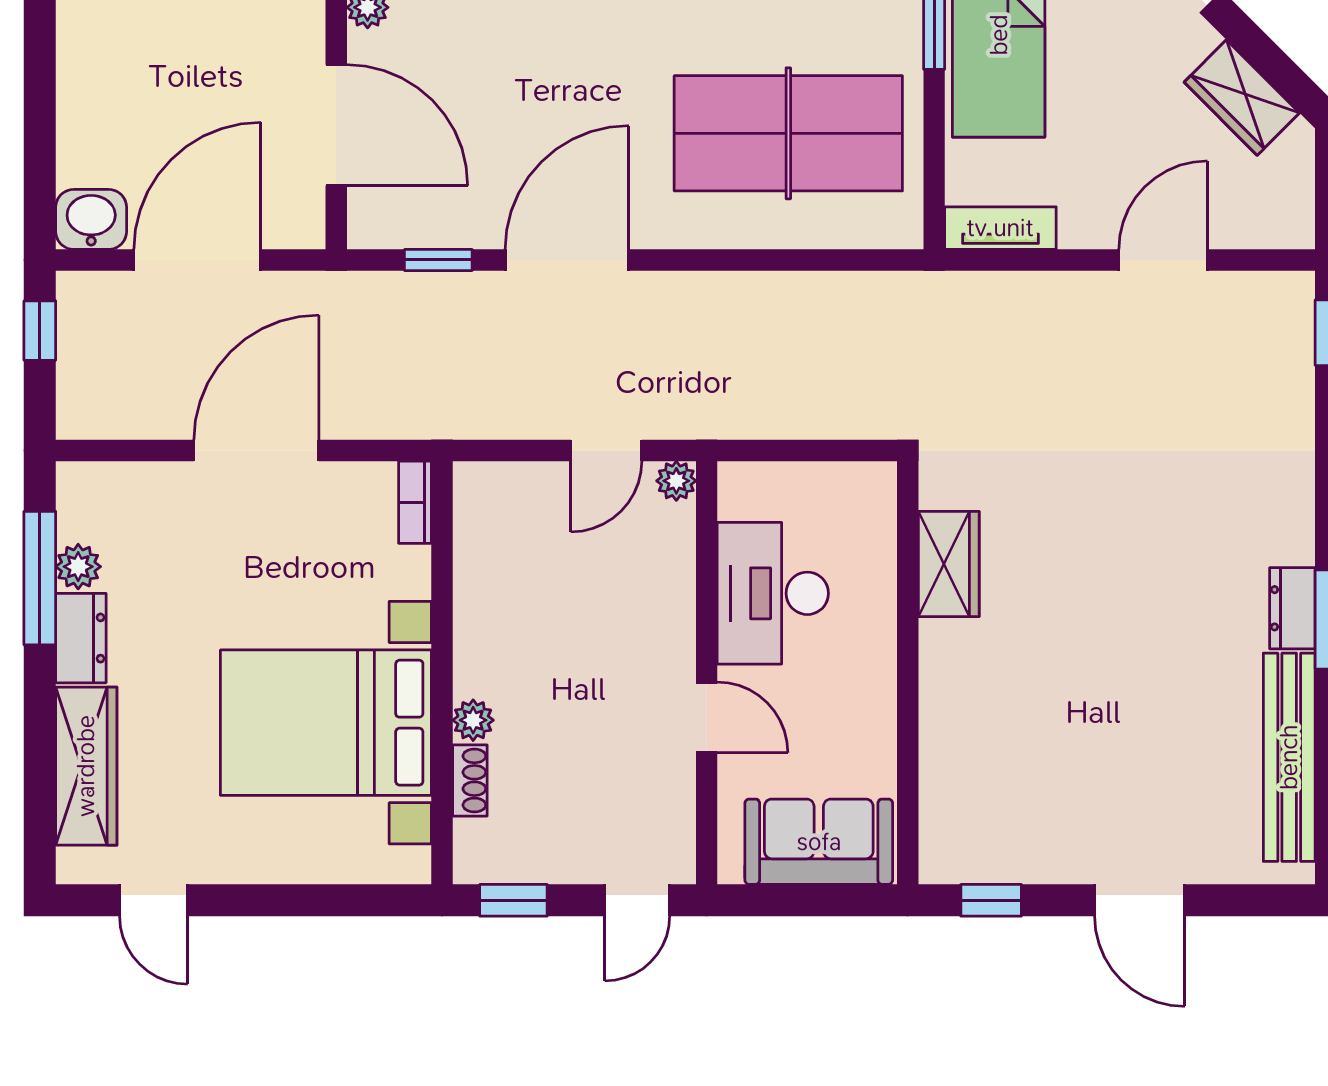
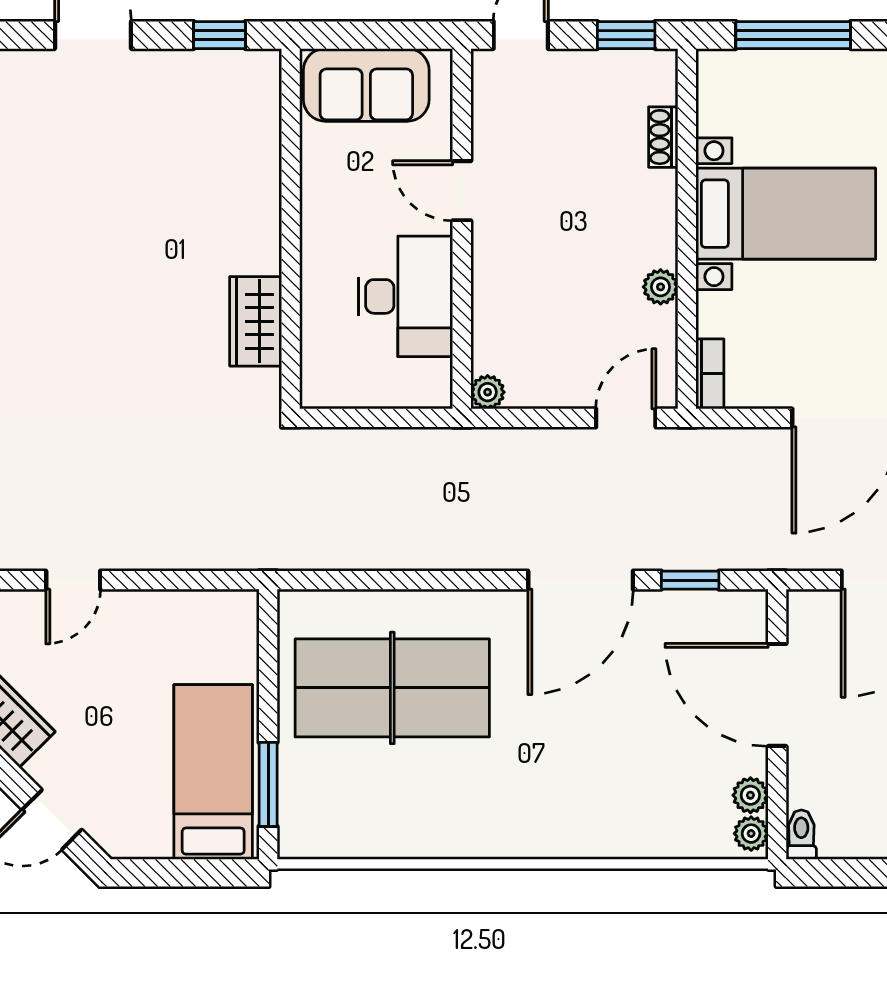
tv unit: (1000, 228) -> (212, 607), removed
door: (1163, 260) -> (73, 580), width x0.73
door: (606, 450) -> (626, 418), moved
plant: (473, 720) -> (661, 287), moved
bed with nightstands: (326, 723) -> (786, 214), width x0.73
window: (317, 900) -> (793, 35), added

